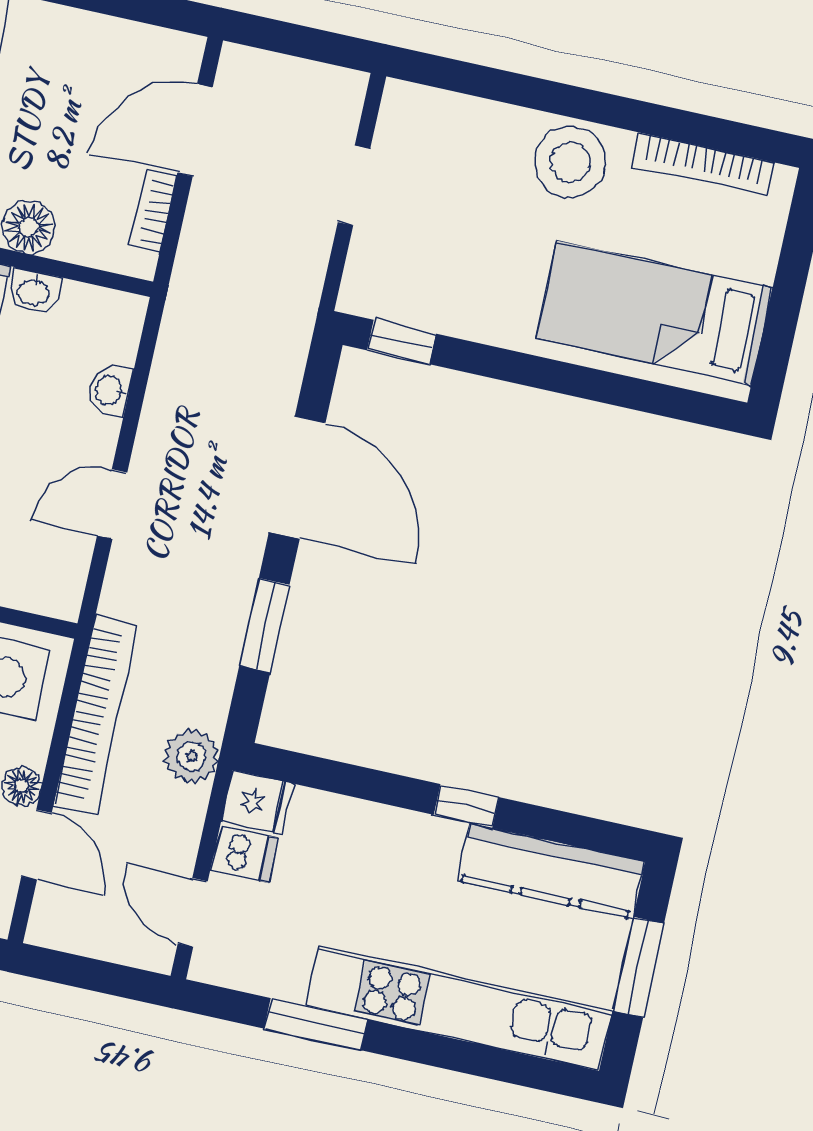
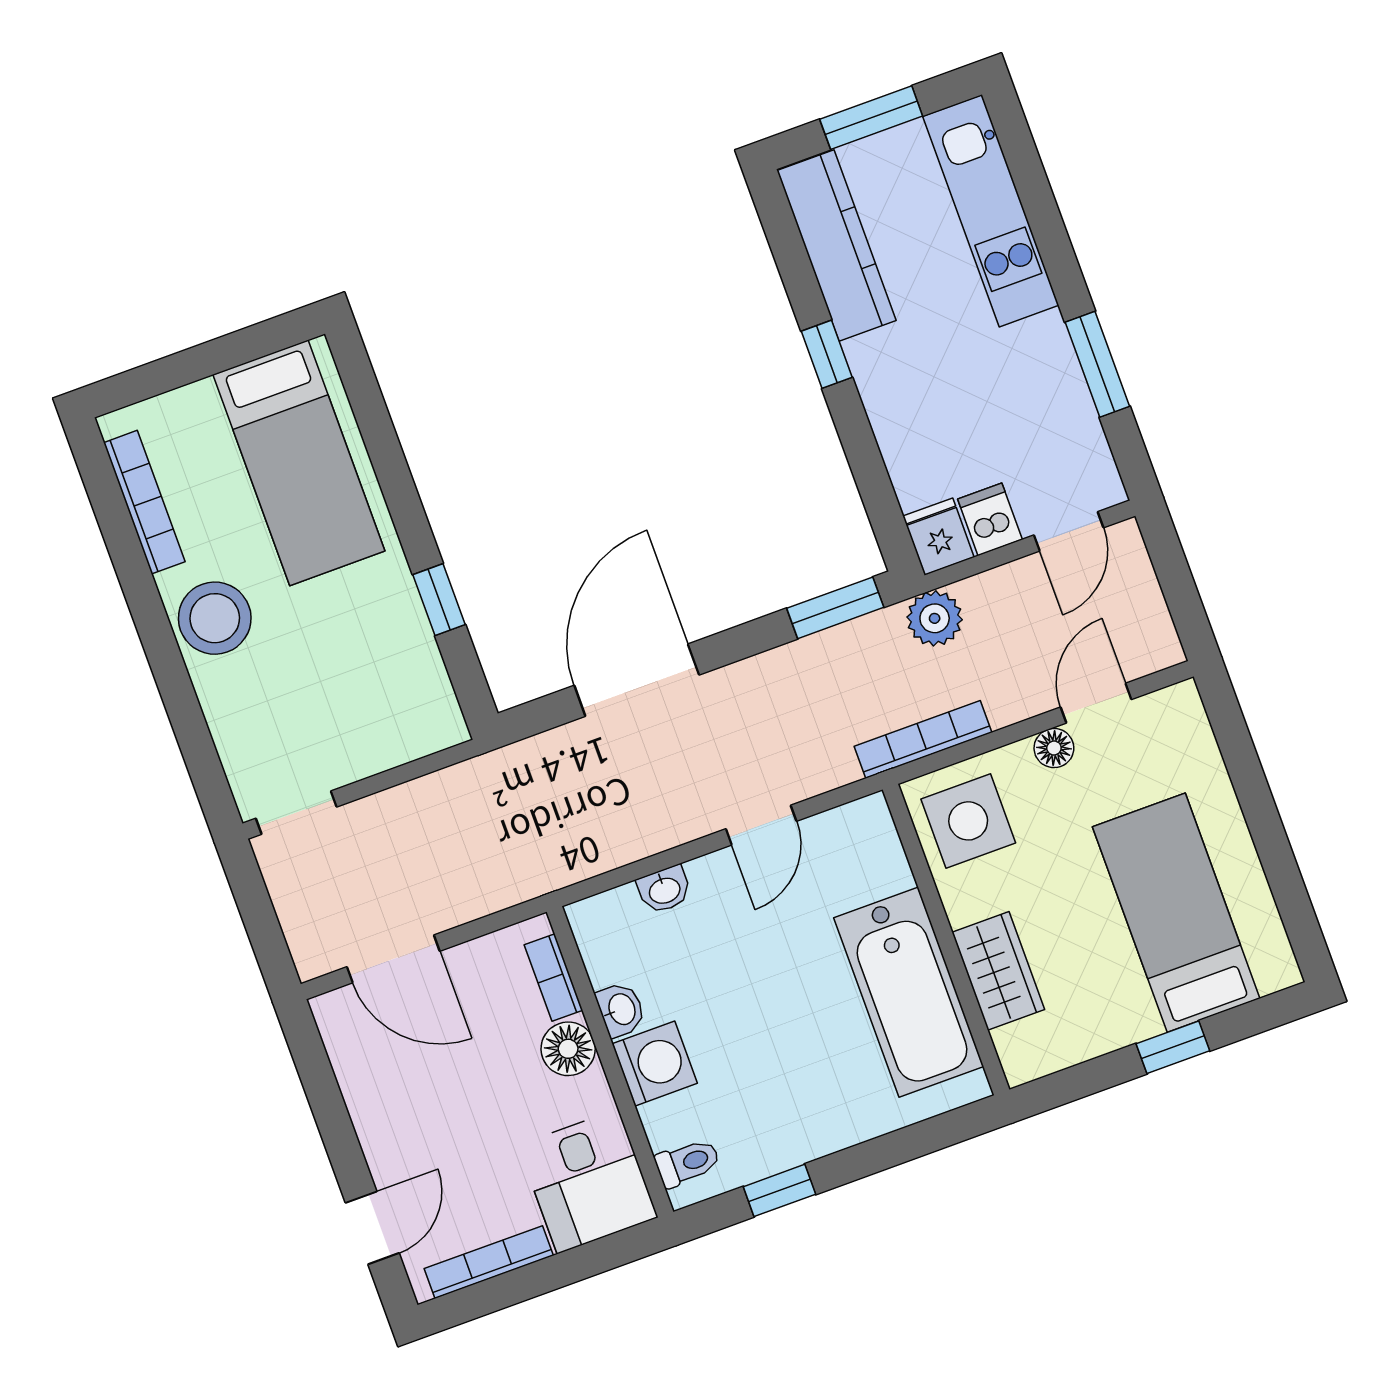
doorway: (354, 185) -> (296, 813), moved
bookcase: (153, 211) -> (553, 977), moved, turned 90
window: (401, 342) -> (439, 600), moved
door: (112, 504) -> (761, 825), hinge flipped
window: (264, 625) -> (835, 608), moved
bookcase: (96, 715) -> (923, 739), width x0.68, depth x0.76
kitchen unit: (459, 1008) -> (991, 211), width x0.73

